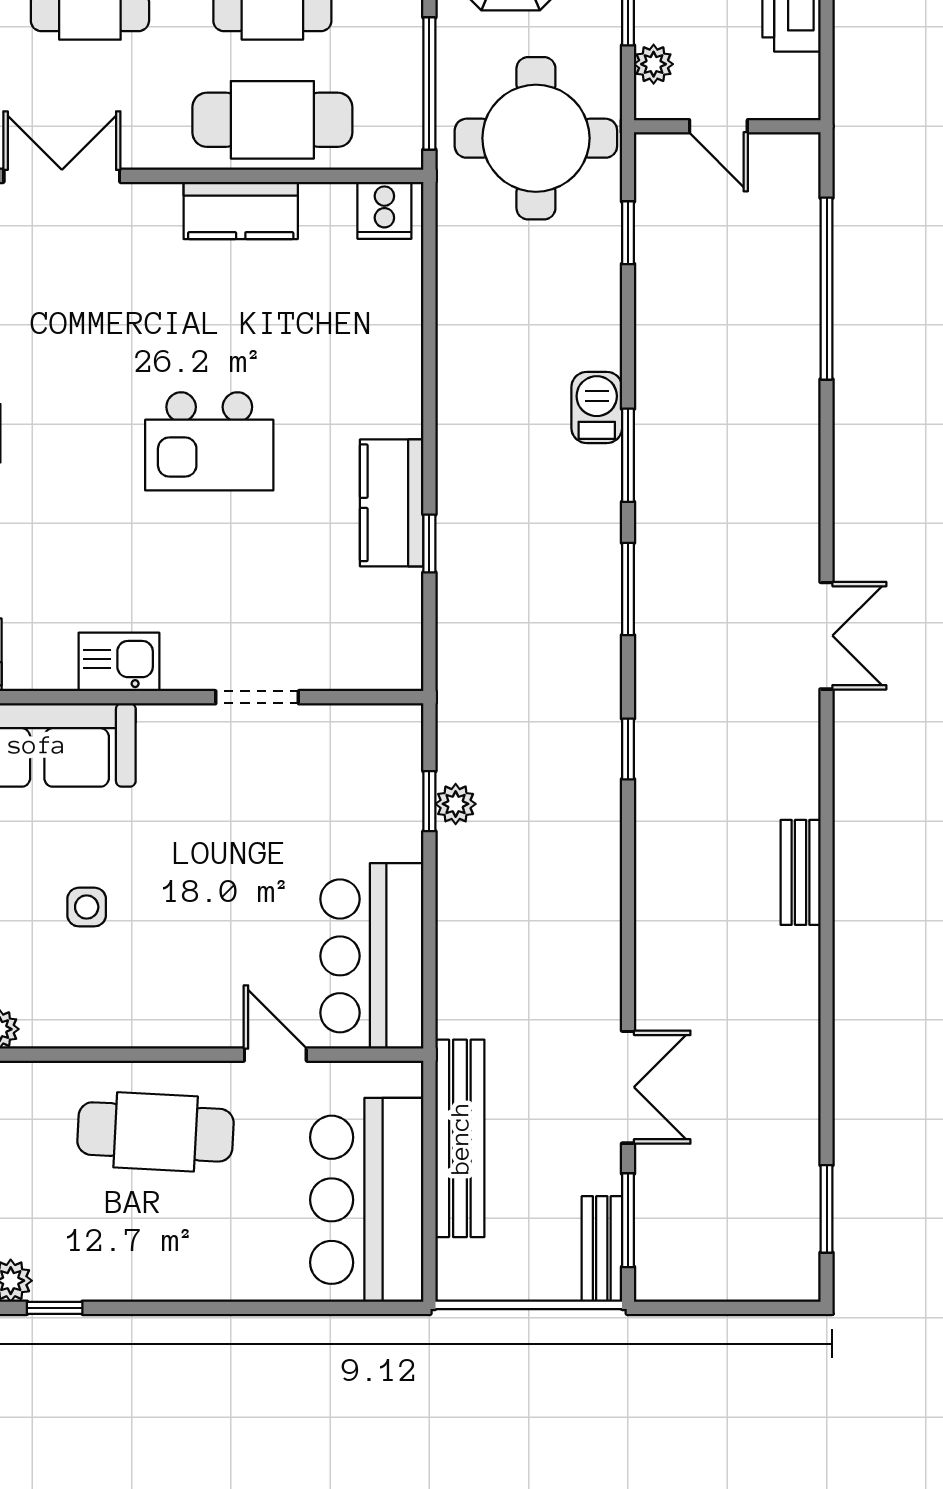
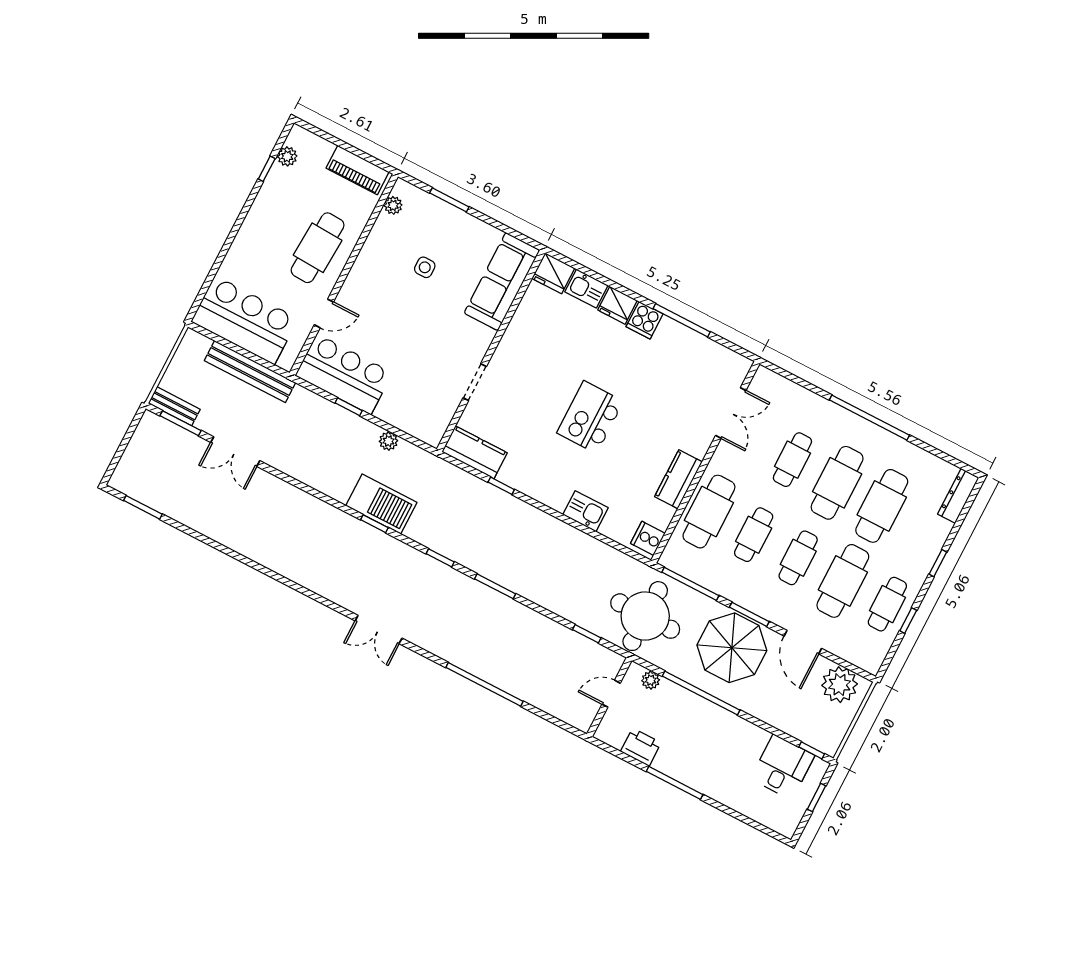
window: (827, 289) -> (484, 684), moved
barbecue: (597, 408) -> (381, 504), moved, width x1.88, depth x1.53
kitchen counter: (392, 503) -> (475, 452), moved
window: (628, 589) -> (440, 558), width x0.67
kitchen sink: (119, 662) -> (586, 511), moved, turned -90
window: (429, 801) -> (349, 407), moved
bench: (801, 872) -> (287, 568), removed

